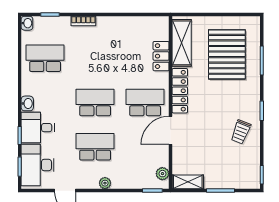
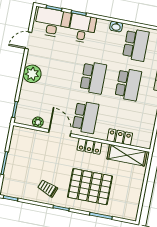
pallet: (227, 54) -> (90, 187), moved
locker: (180, 91) -> (89, 146), width x0.66
washbasin: (27, 103) -> (116, 26), moved
school desk: (95, 147) -> (128, 84), moved
plant: (162, 174) -> (38, 122), moved
shelving: (188, 182) -> (16, 139), removed
plant: (105, 183) -> (32, 74), width x1.87, depth x1.87

